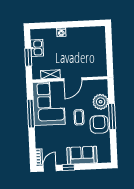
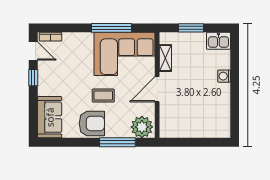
kitchen sink: (37, 48) -> (218, 41), moved
door: (73, 79) -> (157, 89), hinge flipped
plant: (101, 102) -> (142, 127), moved
window: (112, 117) -> (117, 142), moved
sofa: (82, 155) -> (50, 117), moved

